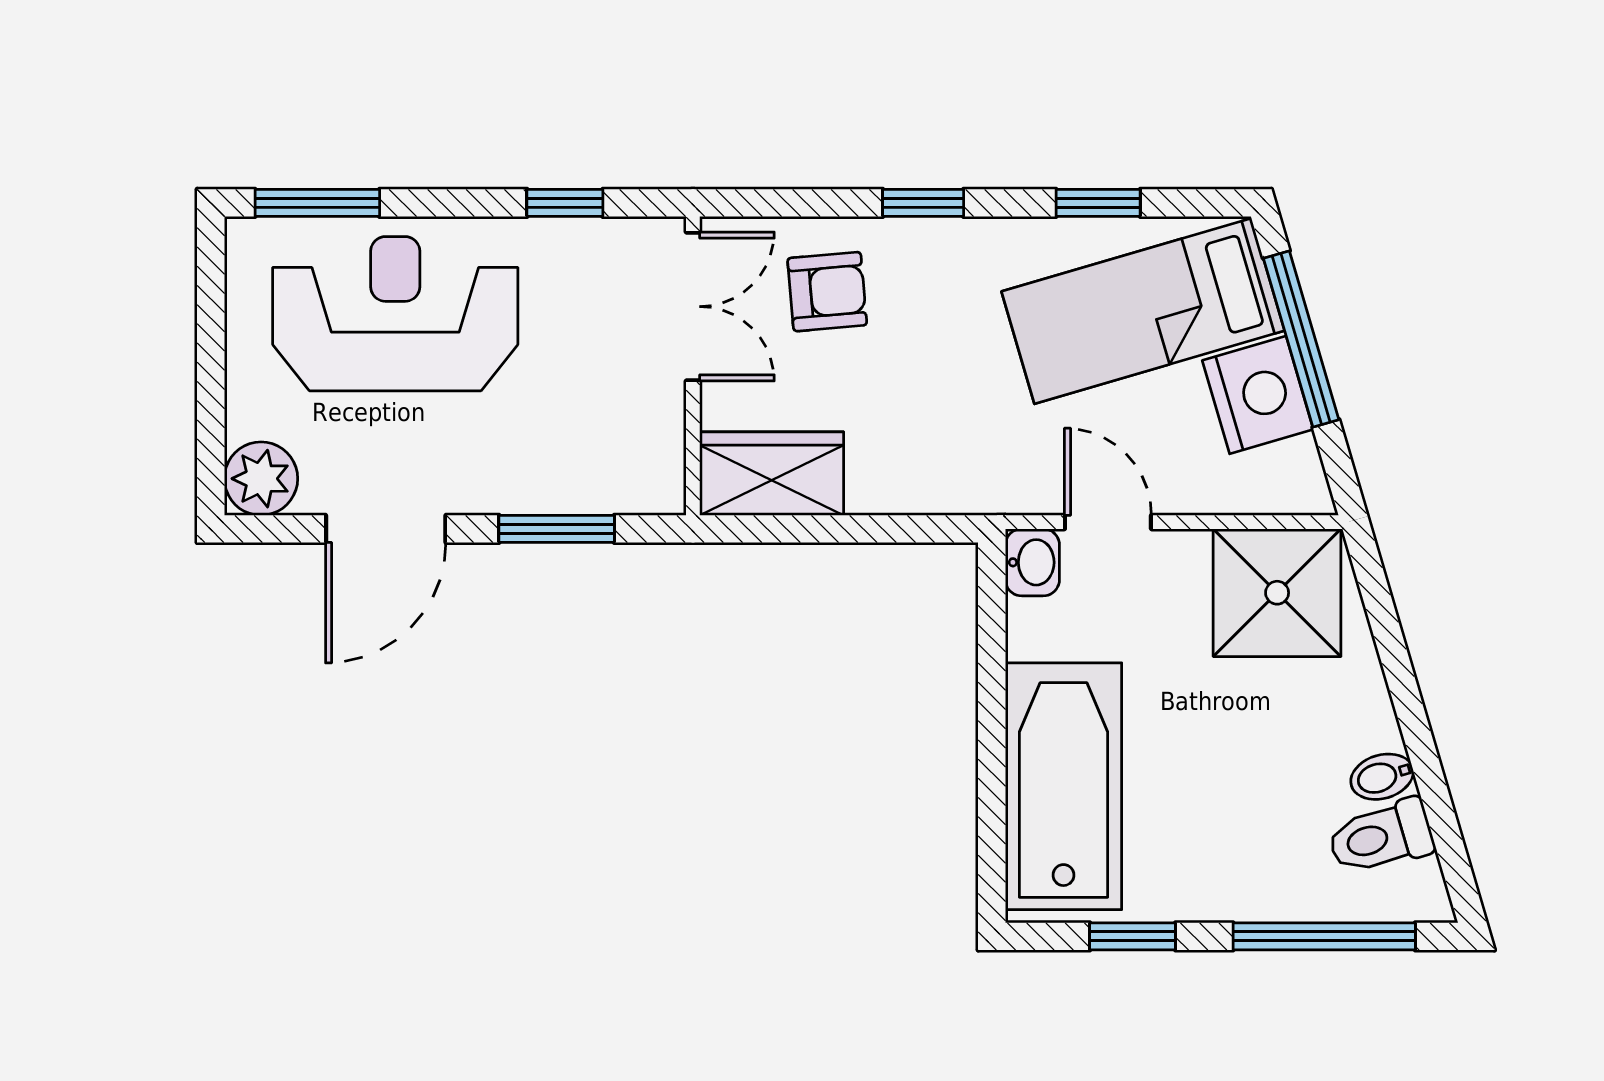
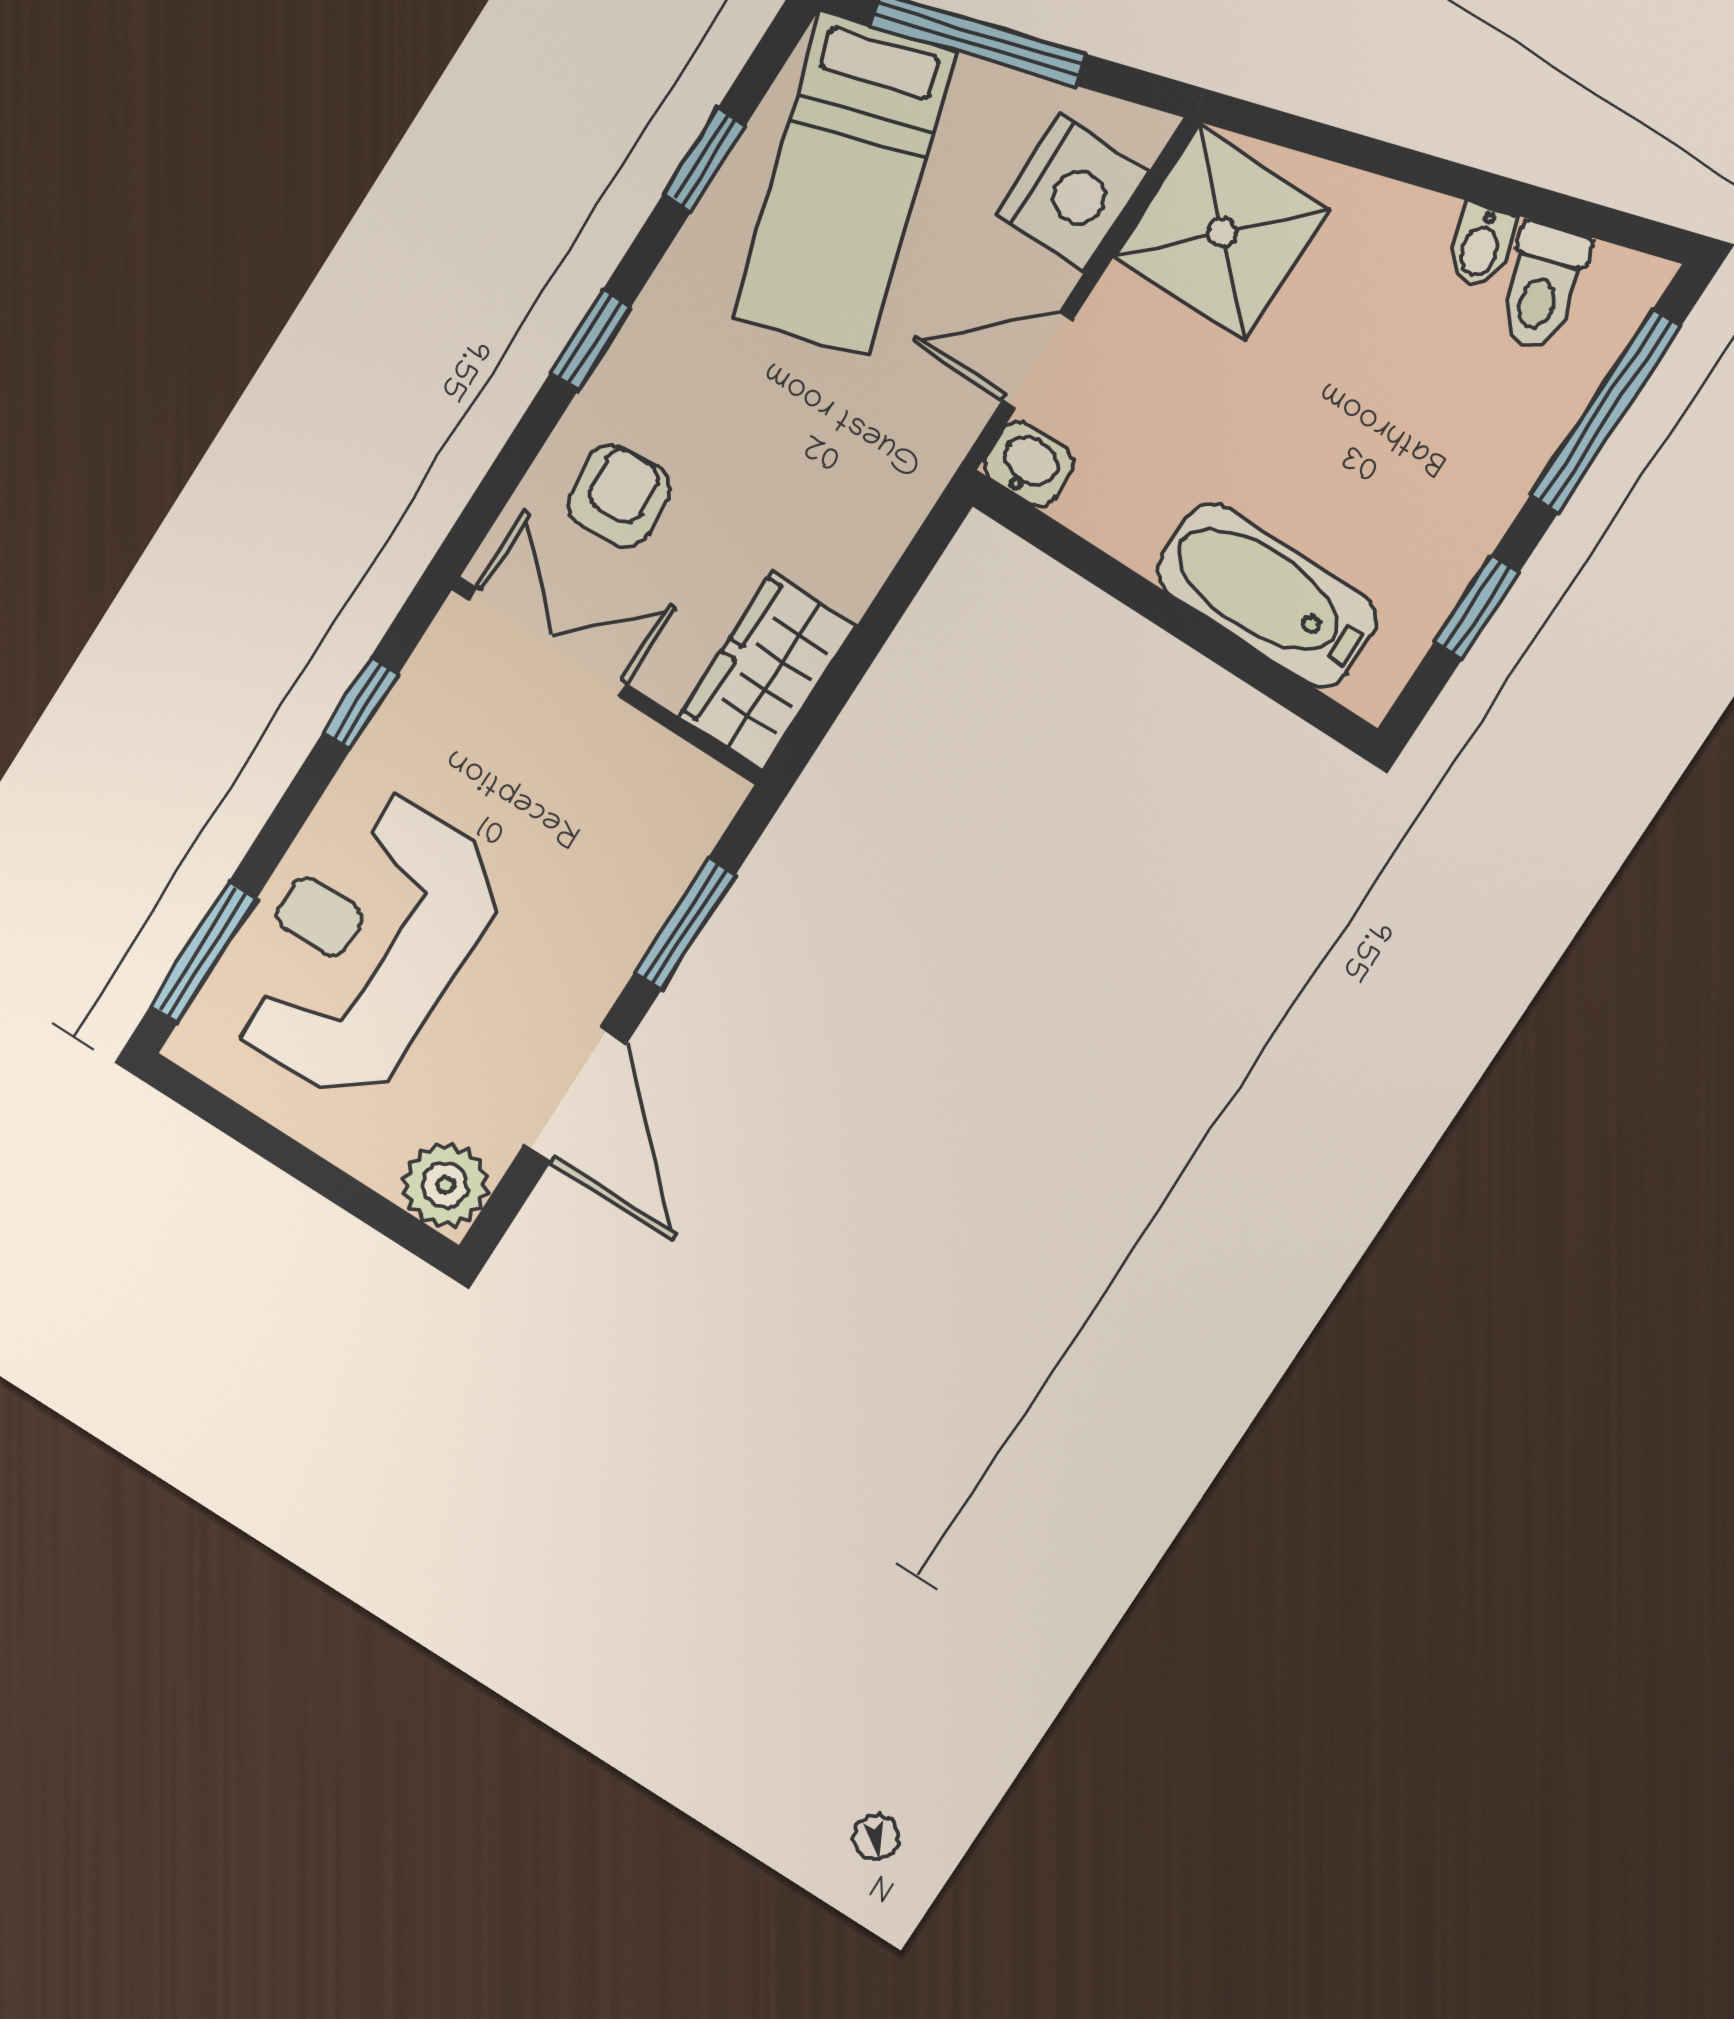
nightstand: (1258, 395) -> (1072, 193), moved, turned 106
bathtub: (1063, 786) -> (1267, 595), width x0.73, depth x0.73

